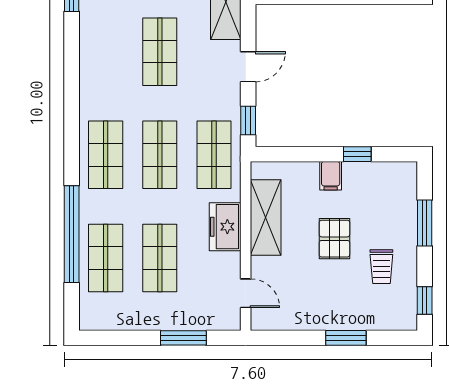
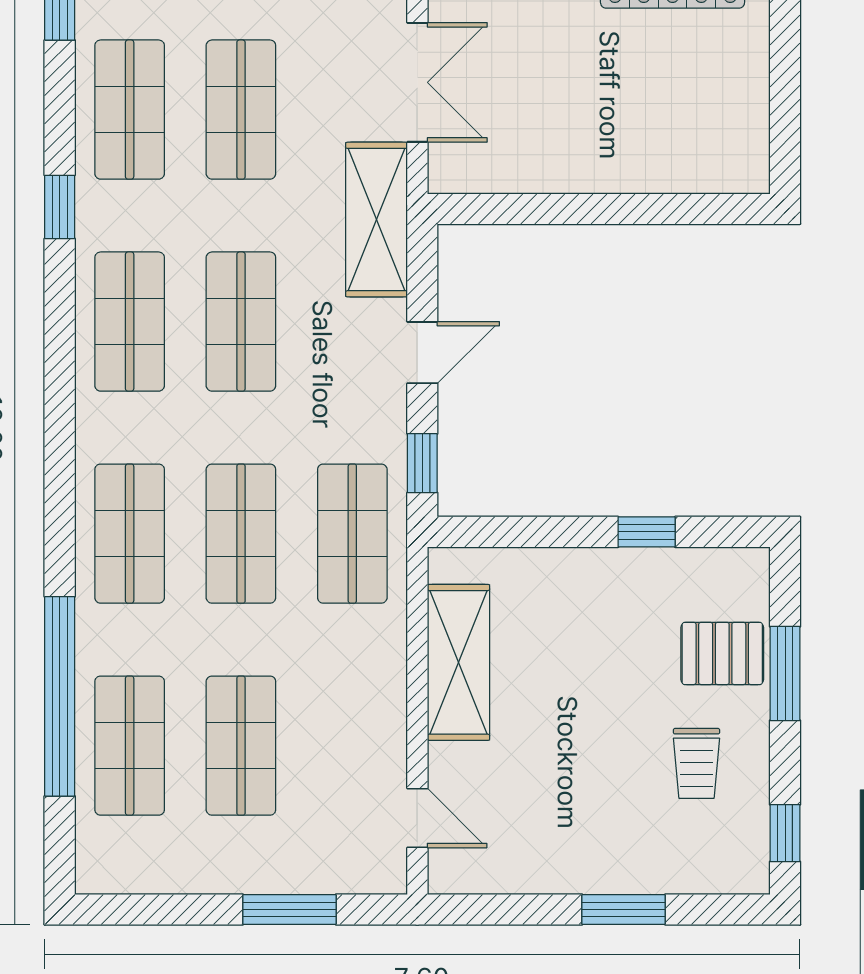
shop shelf: (106, 52) -> (130, 322), added
filing cabinet: (331, 176) -> (592, 576), removed
freezer: (225, 227) -> (375, 681), removed
pallet: (334, 239) -> (722, 653), moved, turned 90

